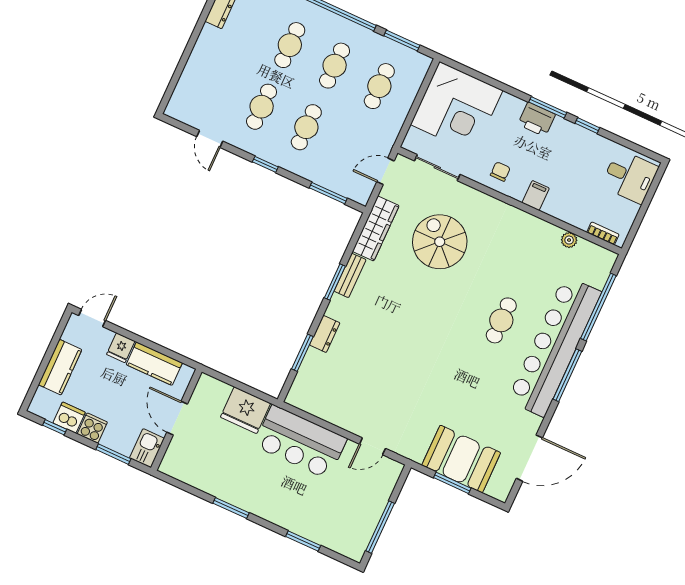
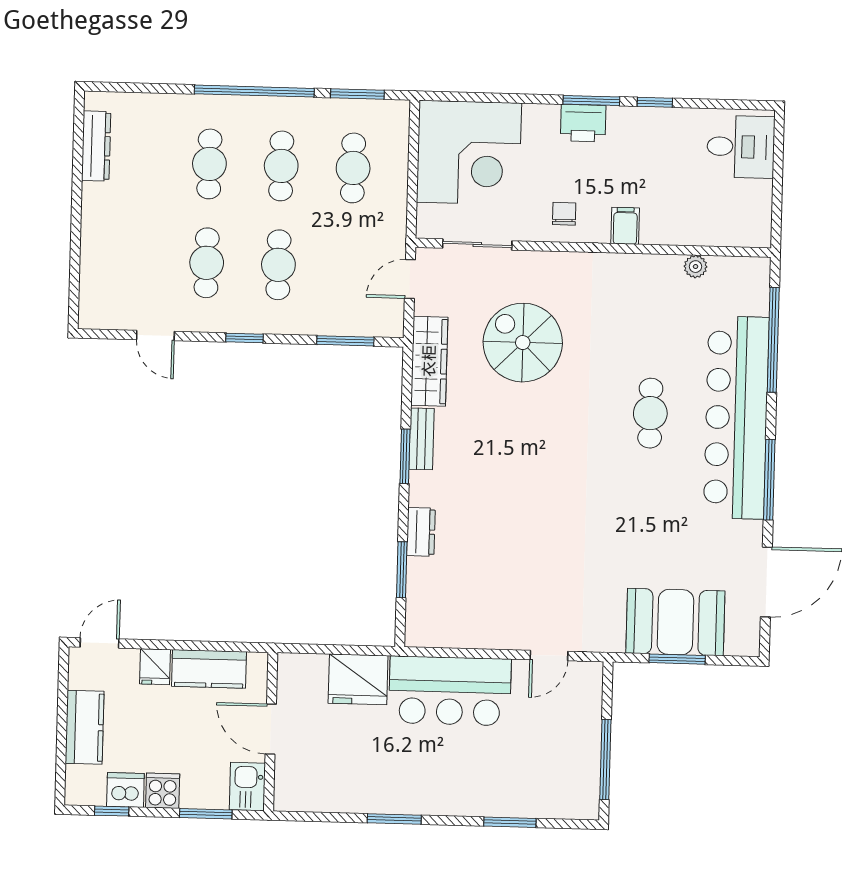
bookcase: (603, 233) -> (737, 238), removed
window: (567, 375) -> (769, 480), moved

